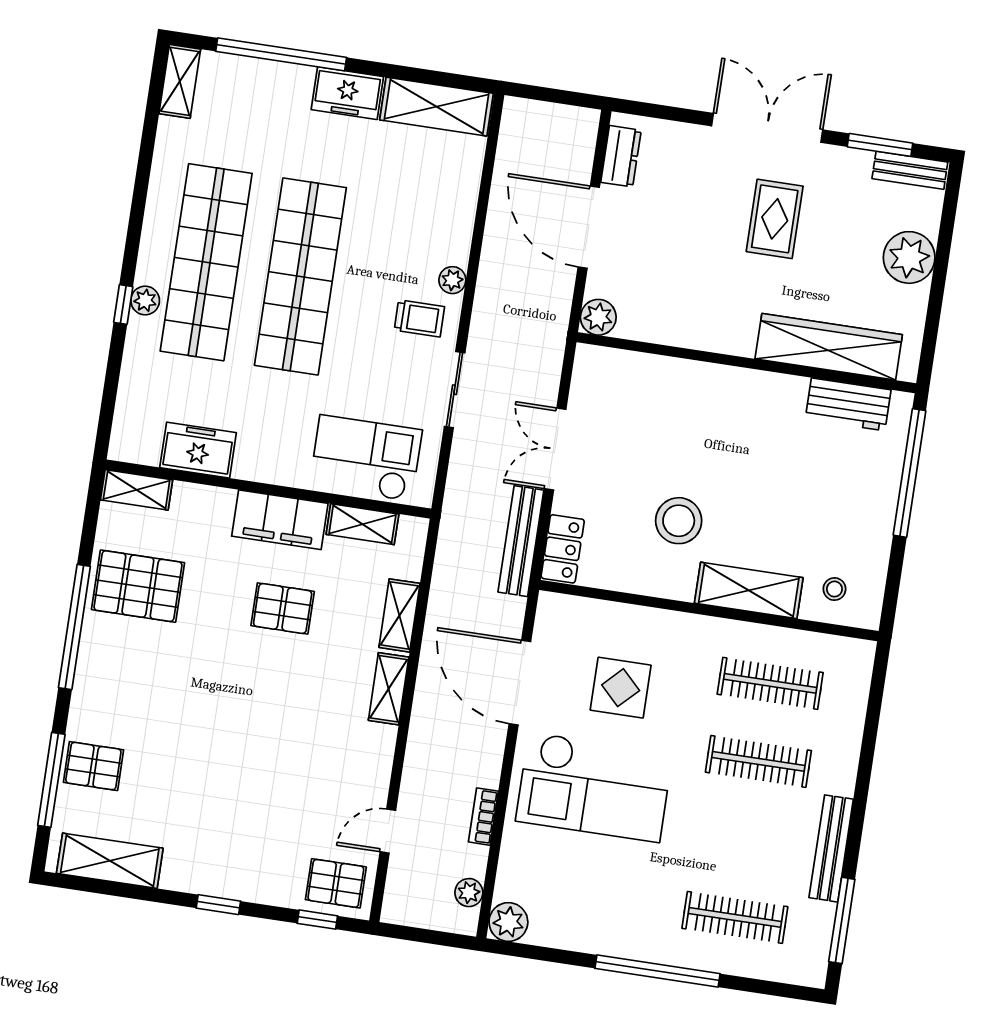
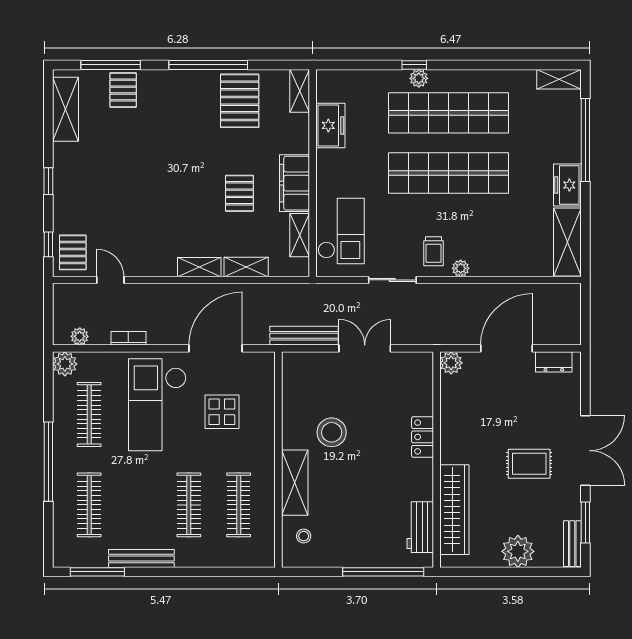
locker: (563, 549) -> (423, 437), moved, turned 90
clothes rail: (593, 896) -> (89, 414), added

